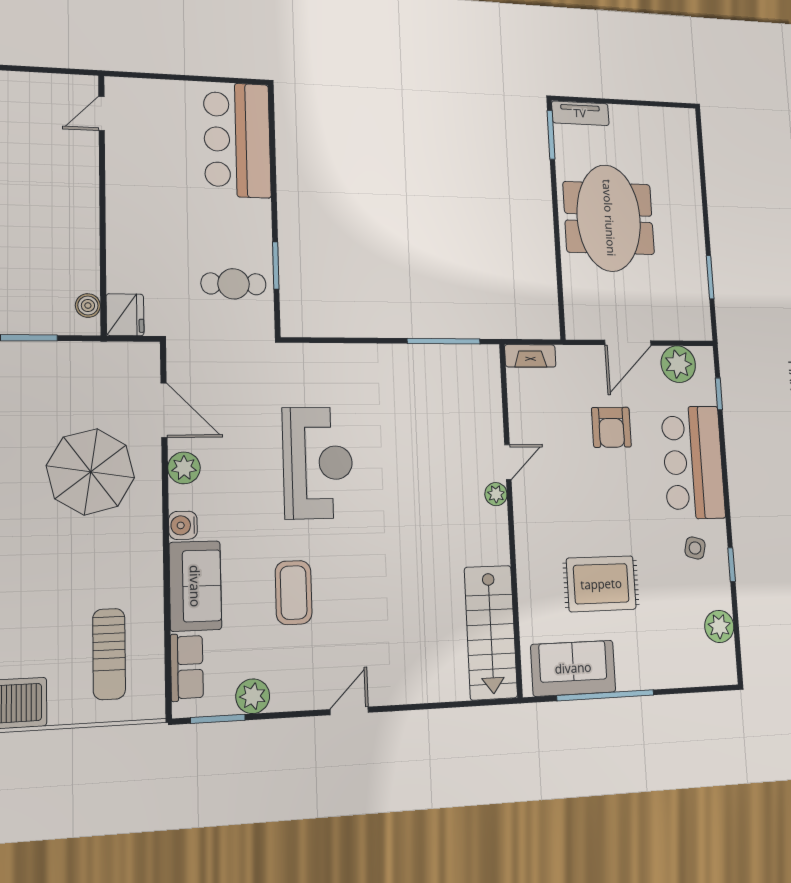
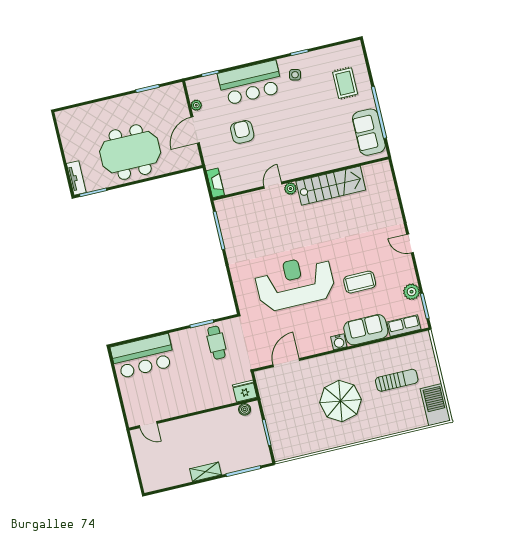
door: (628, 343) -> (195, 130), swing flipped
plant: (678, 364) -> (196, 105), width x0.53, depth x0.53
armchair: (611, 427) -> (242, 132), turned -90
door: (508, 462) -> (273, 185), hinge flipped
reception desk: (318, 463) -> (295, 283), width x1.36, depth x1.30
plant: (184, 468) -> (312, 347), removed
parasol: (91, 472) -> (340, 401), moved
rug: (601, 584) -> (345, 83), moved, width x0.73, depth x0.70
plant: (719, 626) -> (333, 55), removed
stairs: (491, 632) -> (331, 186), moved
sun lounger: (109, 654) -> (397, 380), moved

